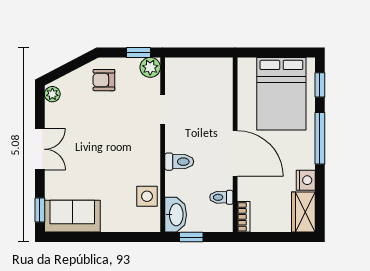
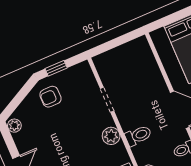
window: (138, 53) -> (56, 68), moved
plant: (150, 67) -> (111, 136), moved

